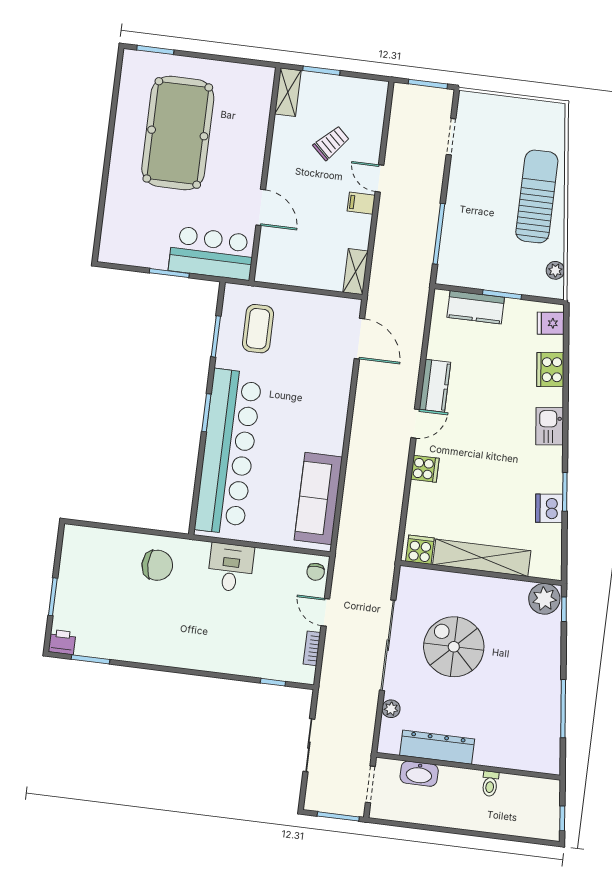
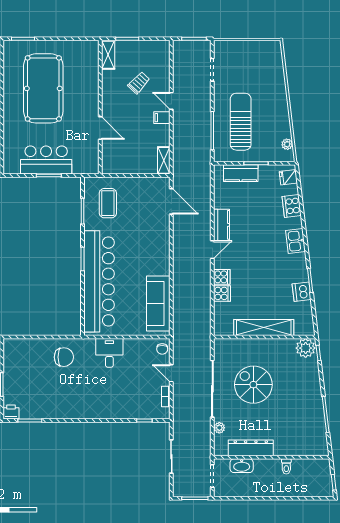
sun lounger: (537, 196) -> (241, 122), moved
bar counter: (212, 253) -> (46, 160), moved
cooker: (420, 550) -> (222, 293), moved, turned 90

